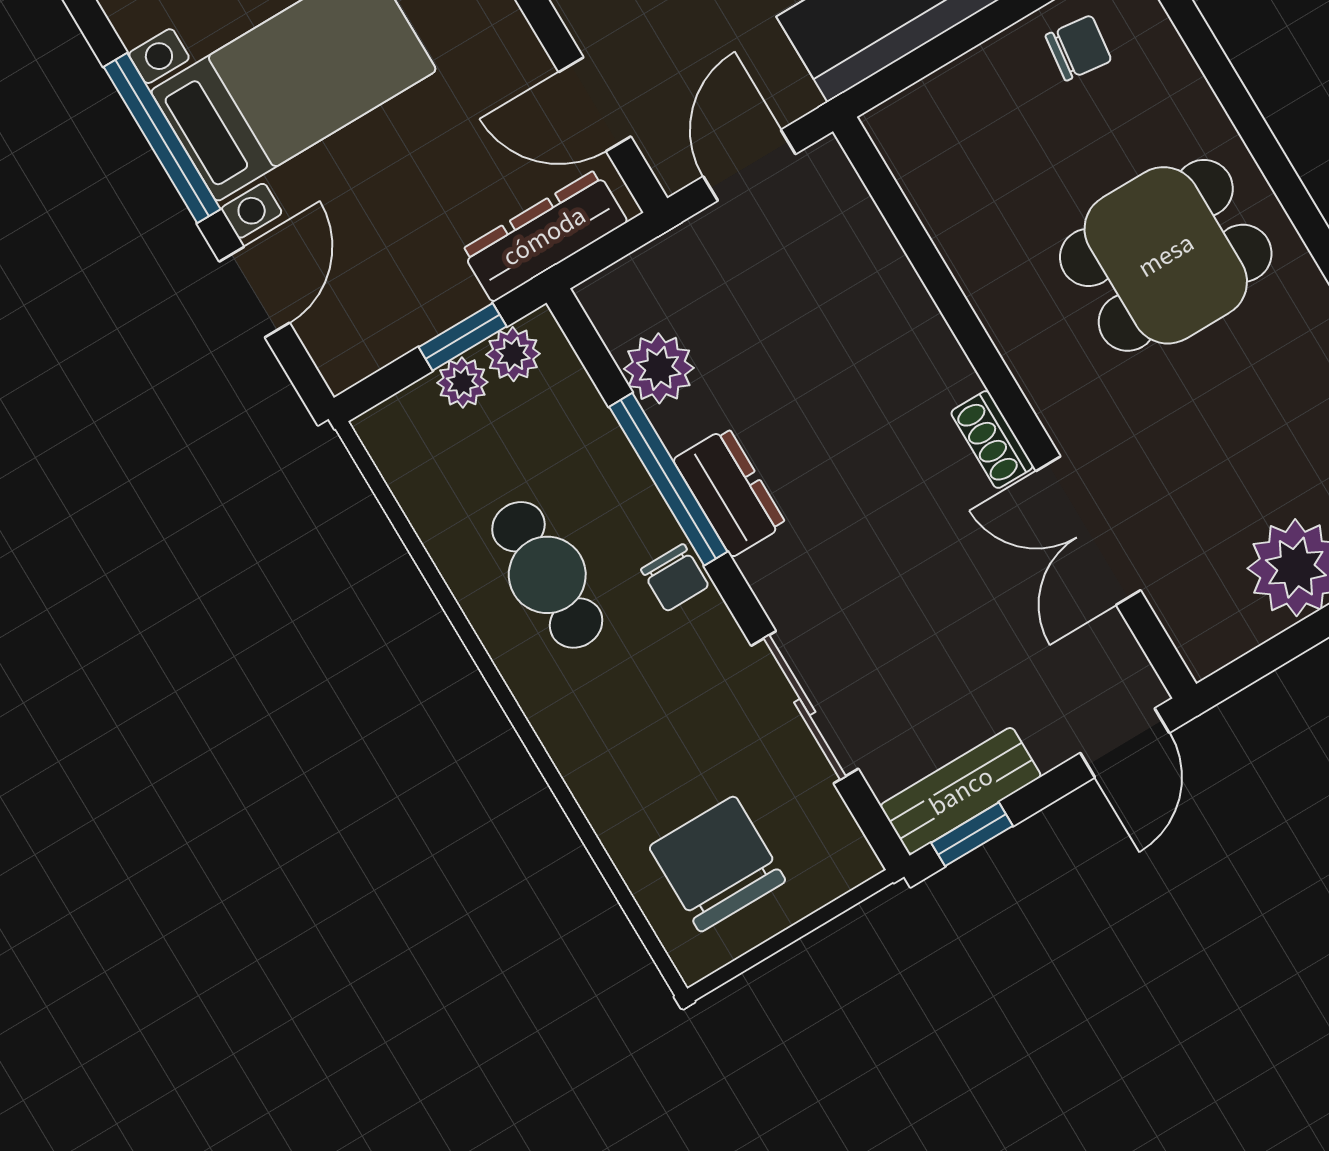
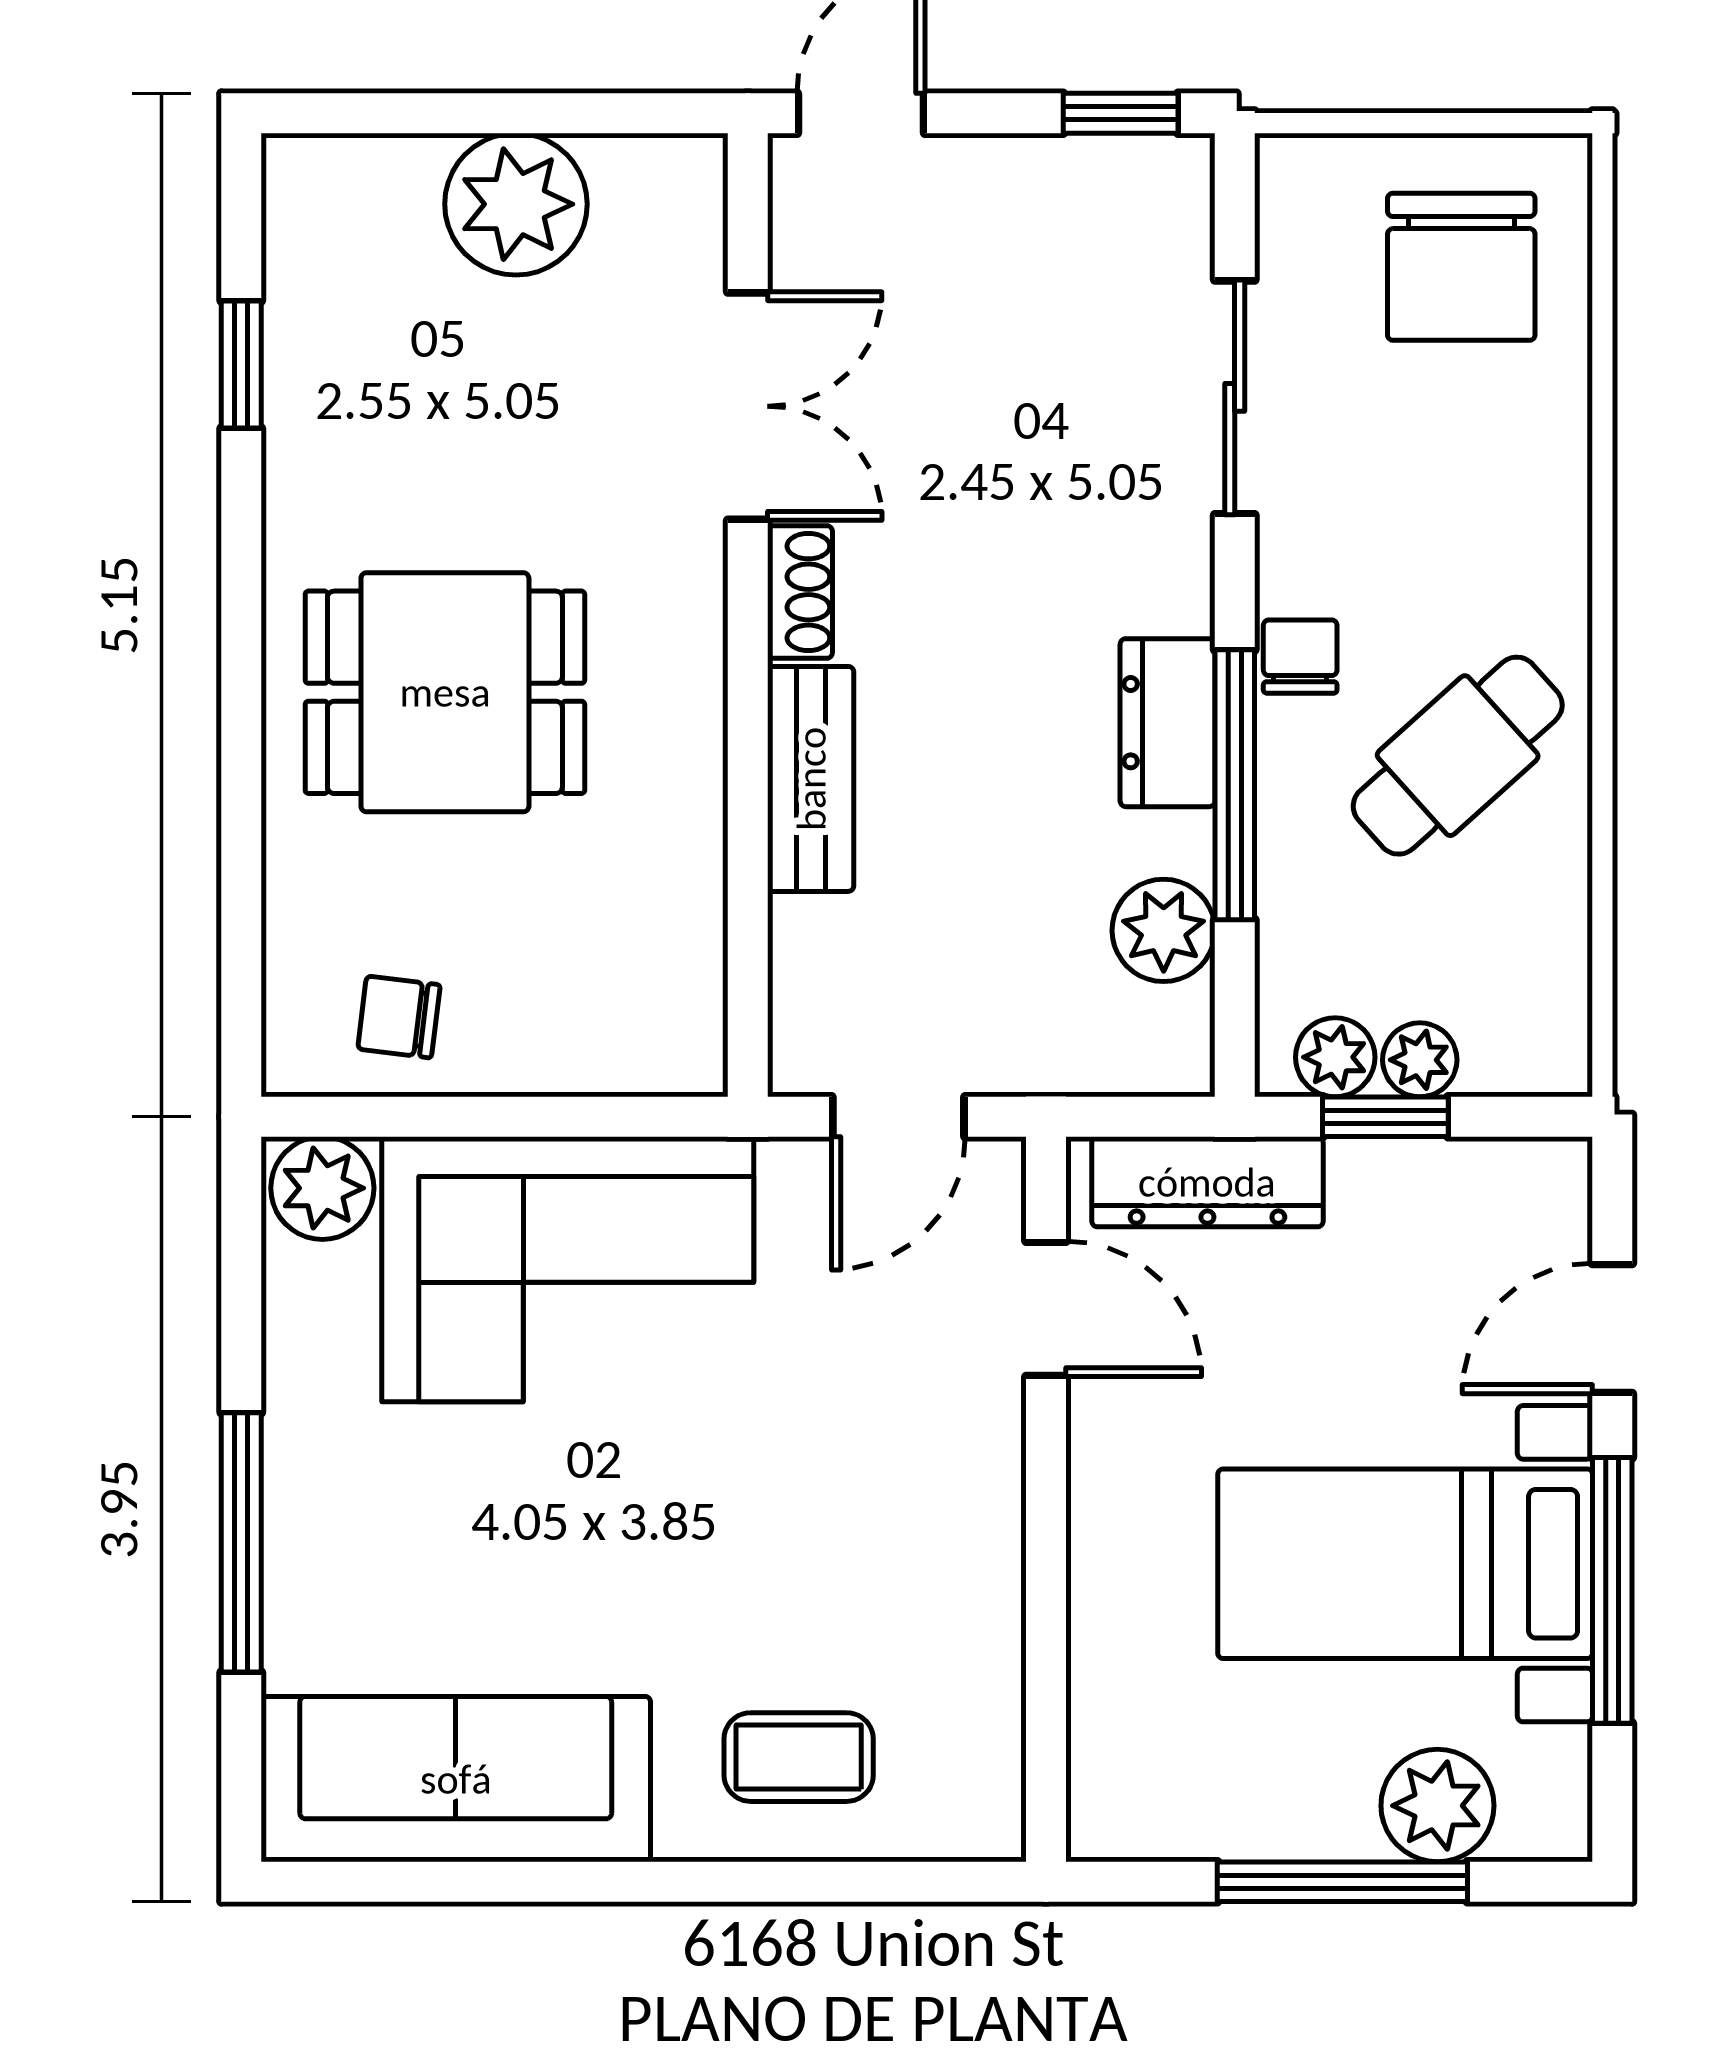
cafe table: (547, 575) -> (1458, 756), turned 48
bench: (961, 791) -> (811, 779), moved, turned 90

